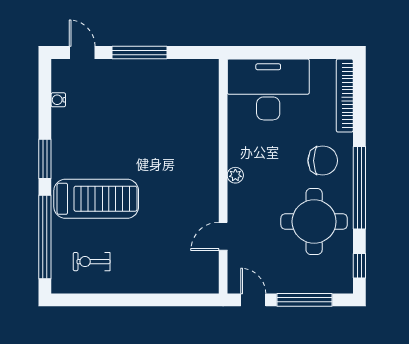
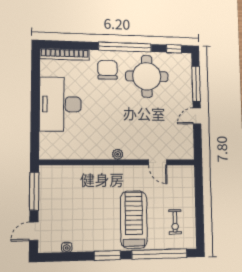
plant: (235, 175) -> (118, 154), moved
wall: (223, 176) -> (118, 162), moved
door: (223, 236) -> (158, 162), moved

